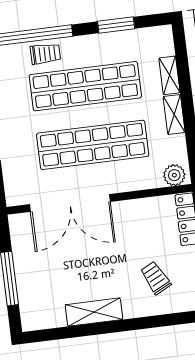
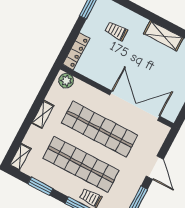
shelving: (169, 75) -> (20, 157), moved
trolley: (156, 278) -> (116, 31), turned 117

